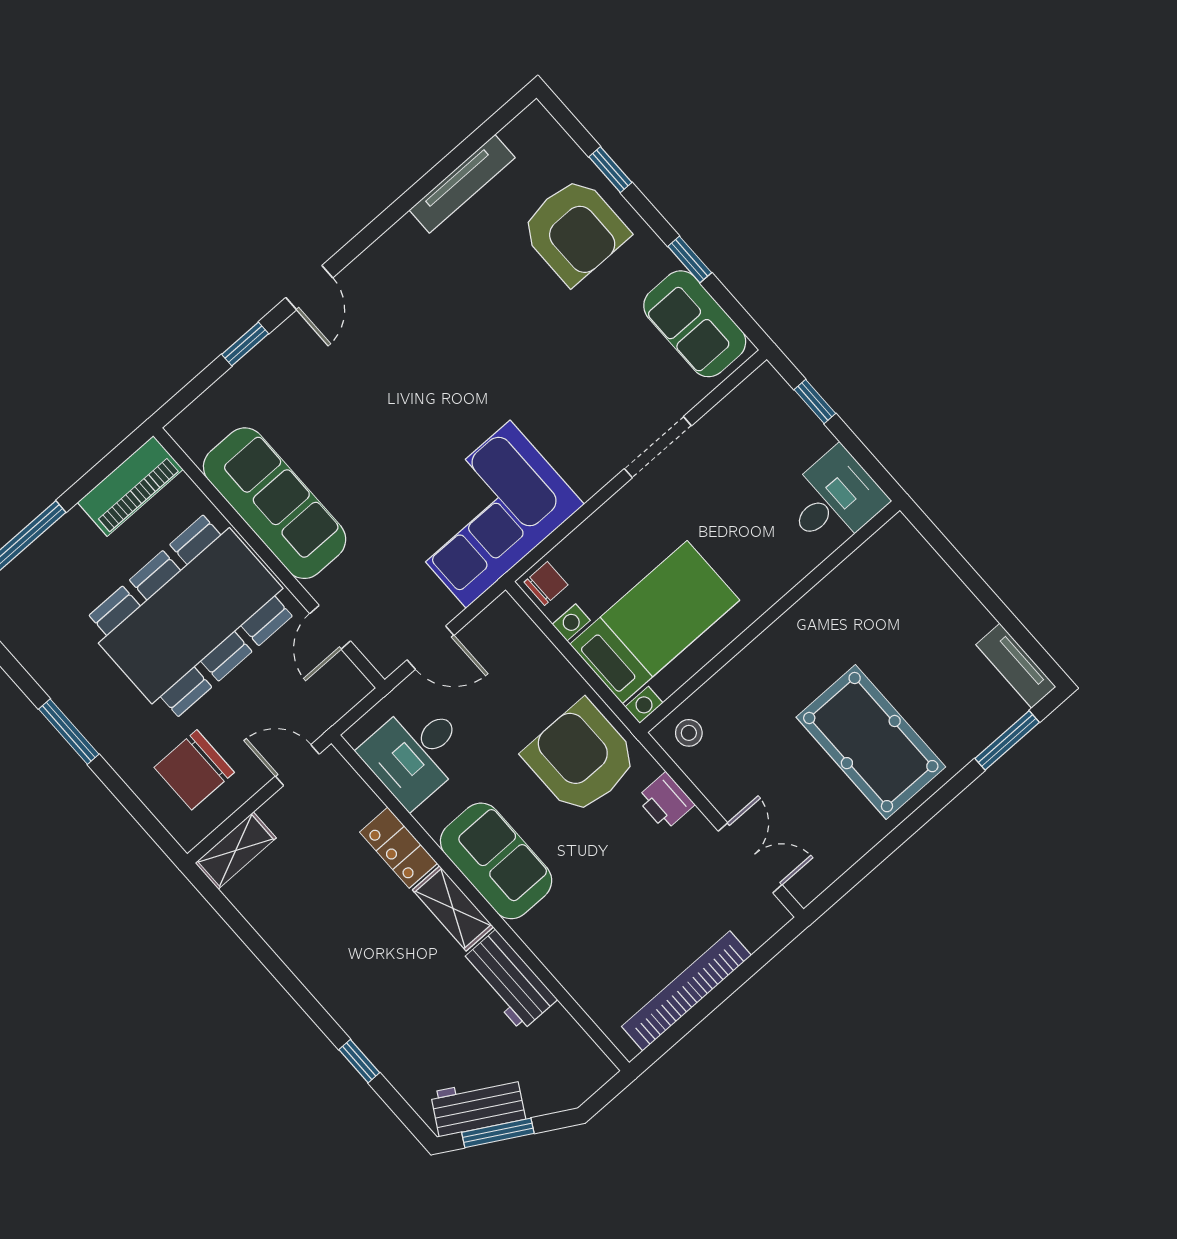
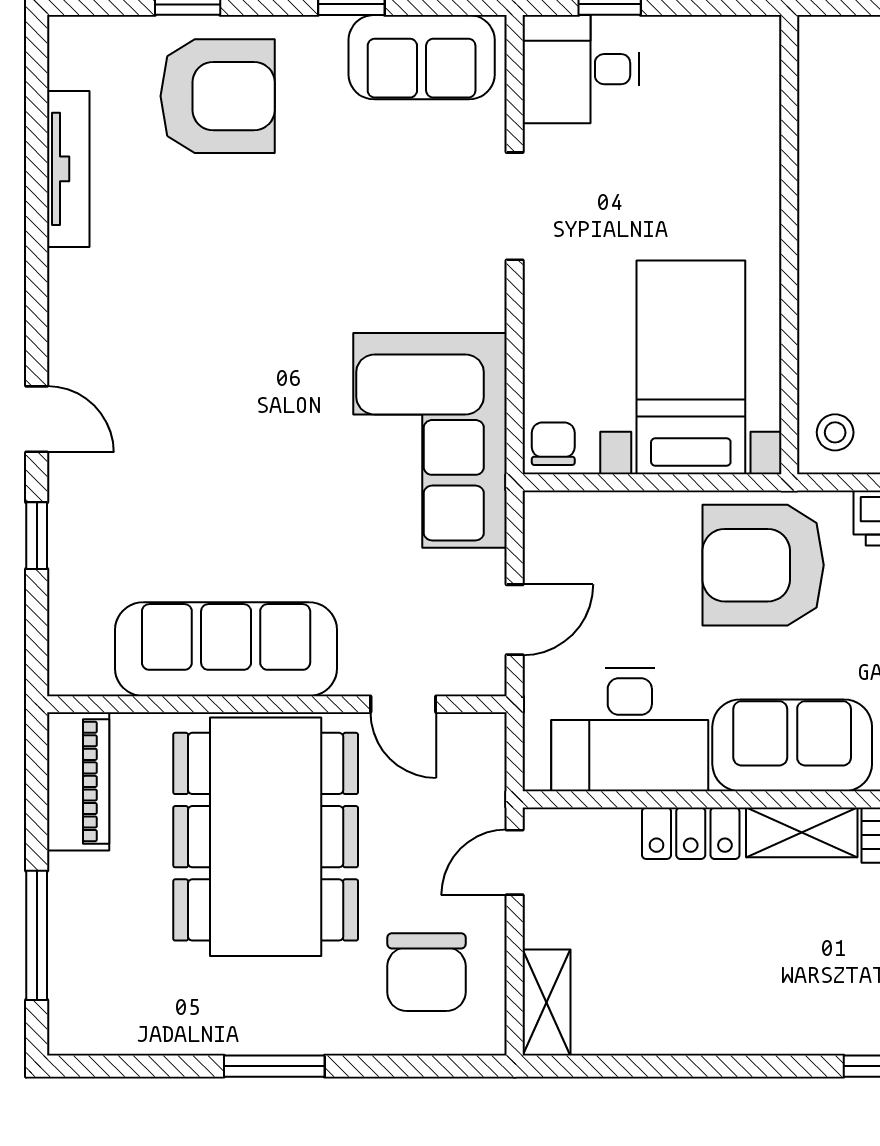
desk: (834, 500) -> (581, 69), moved, turned -90
desk: (416, 752) -> (630, 730), width x1.37

